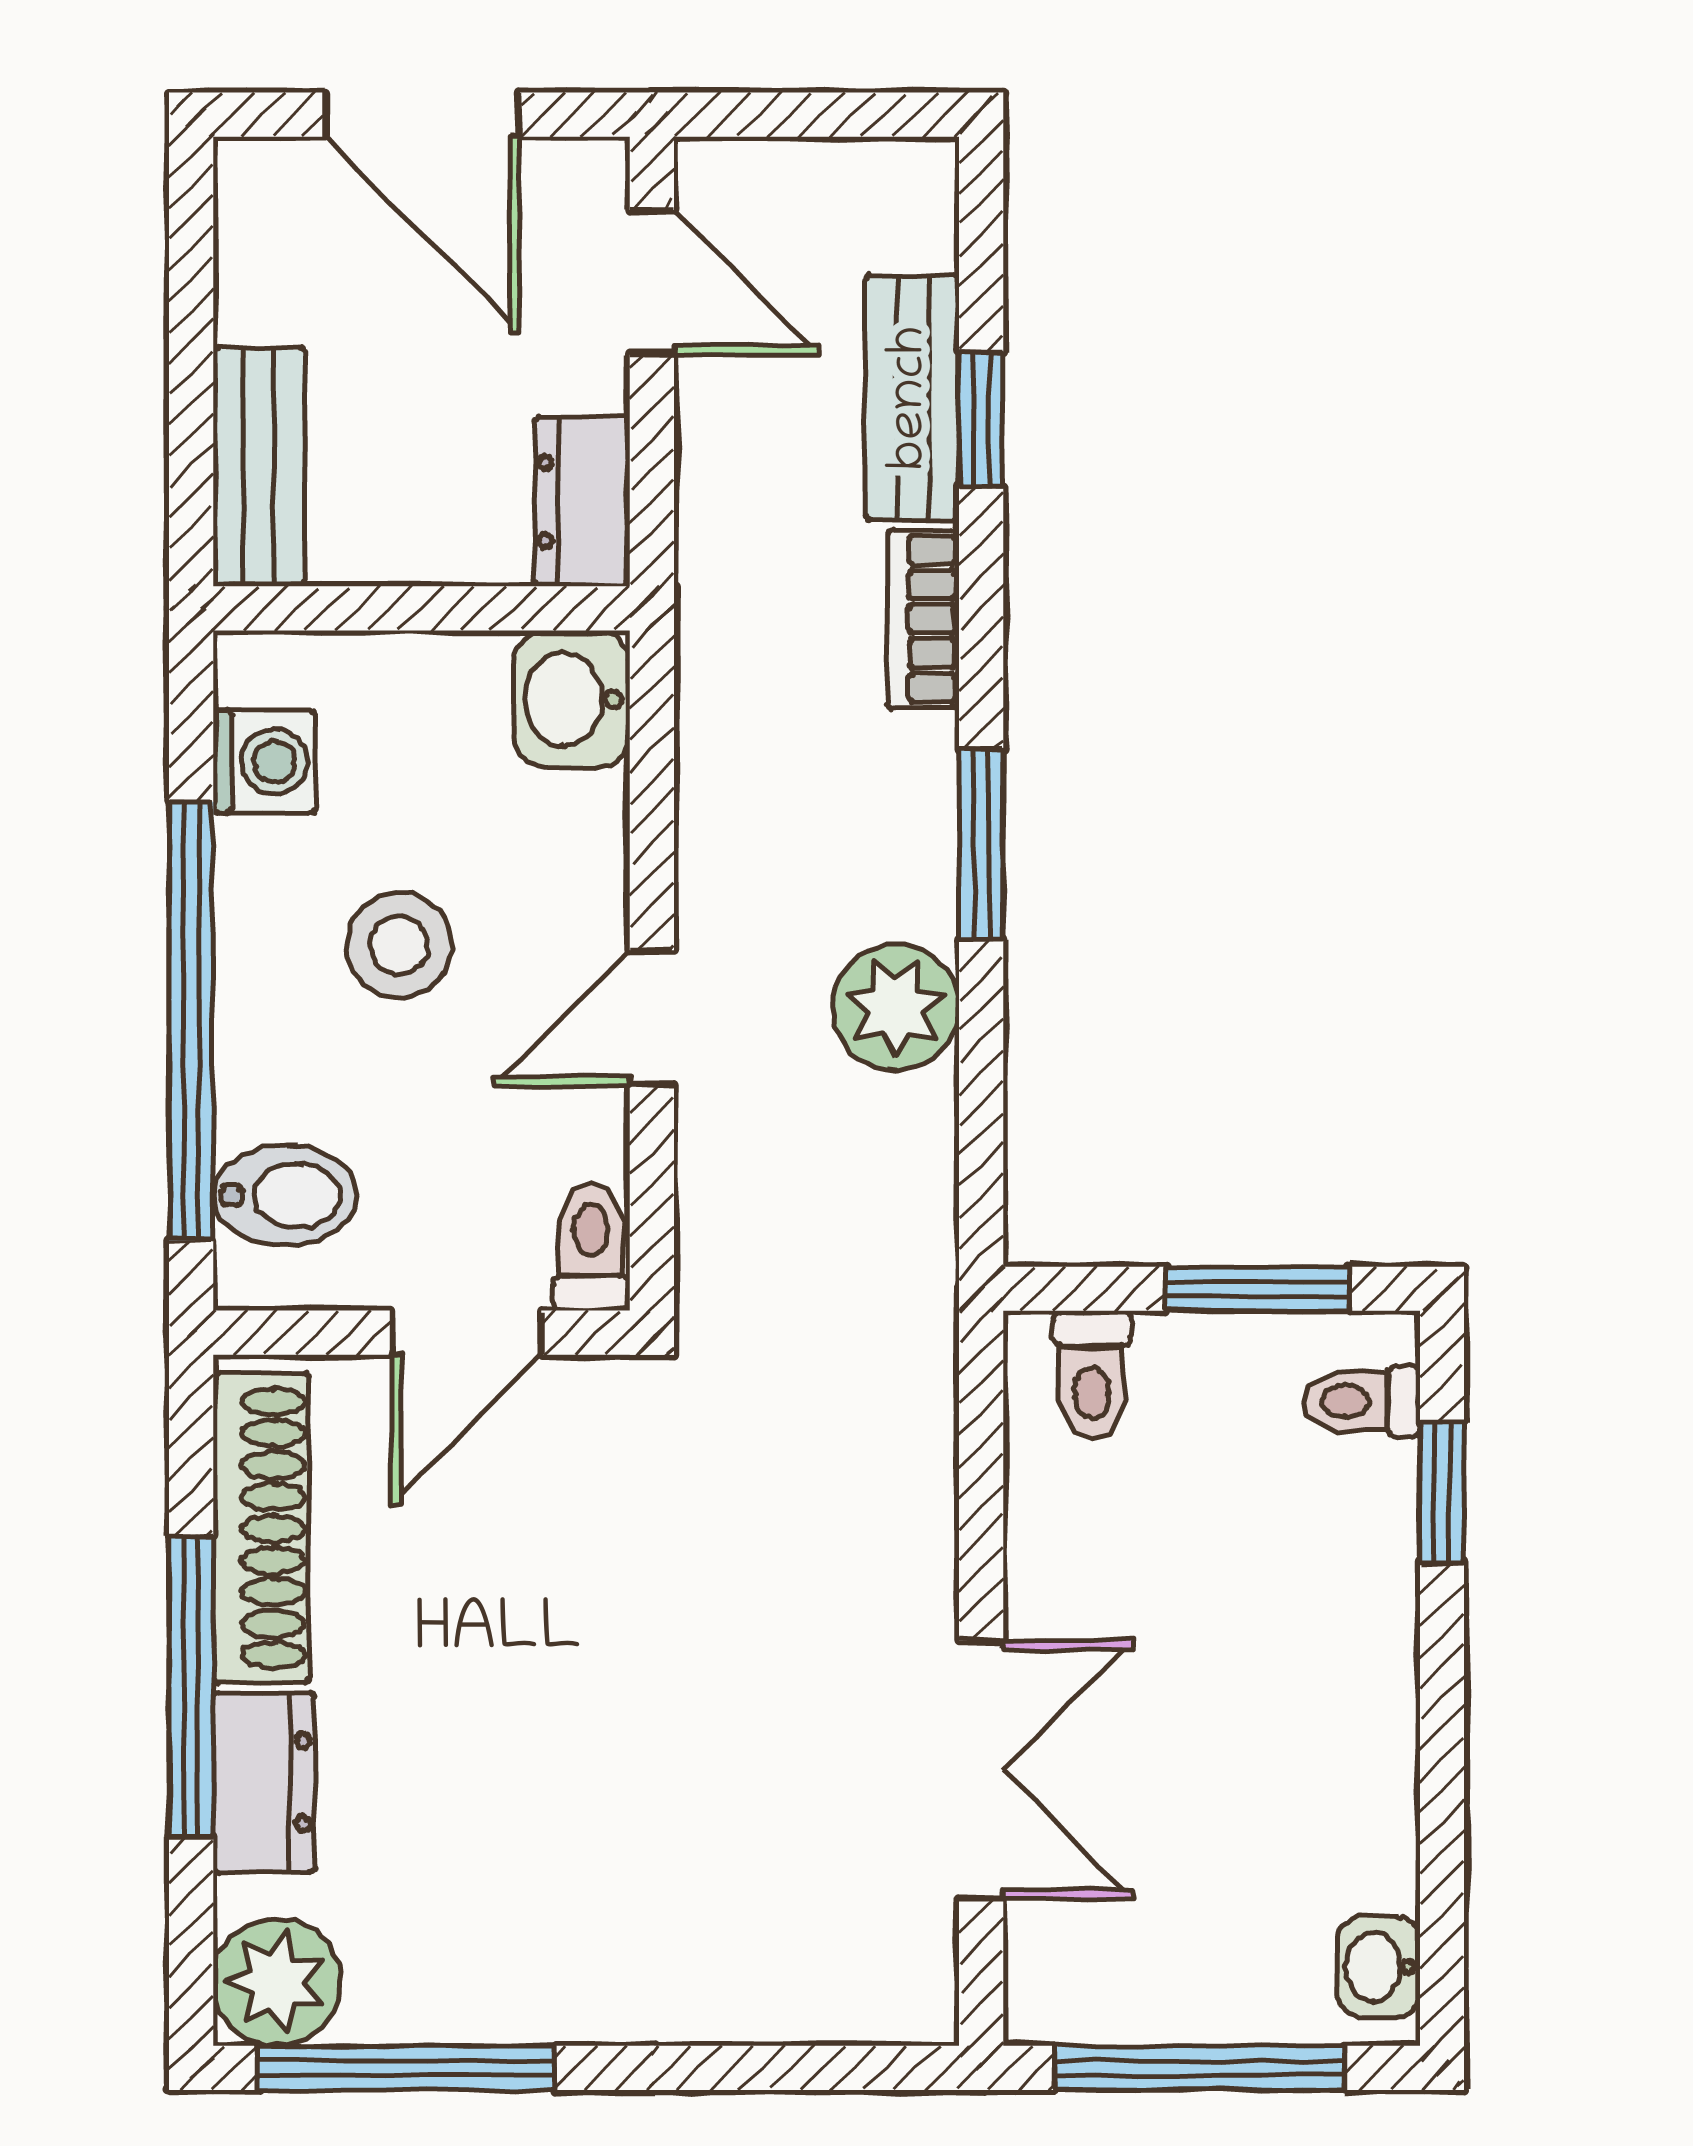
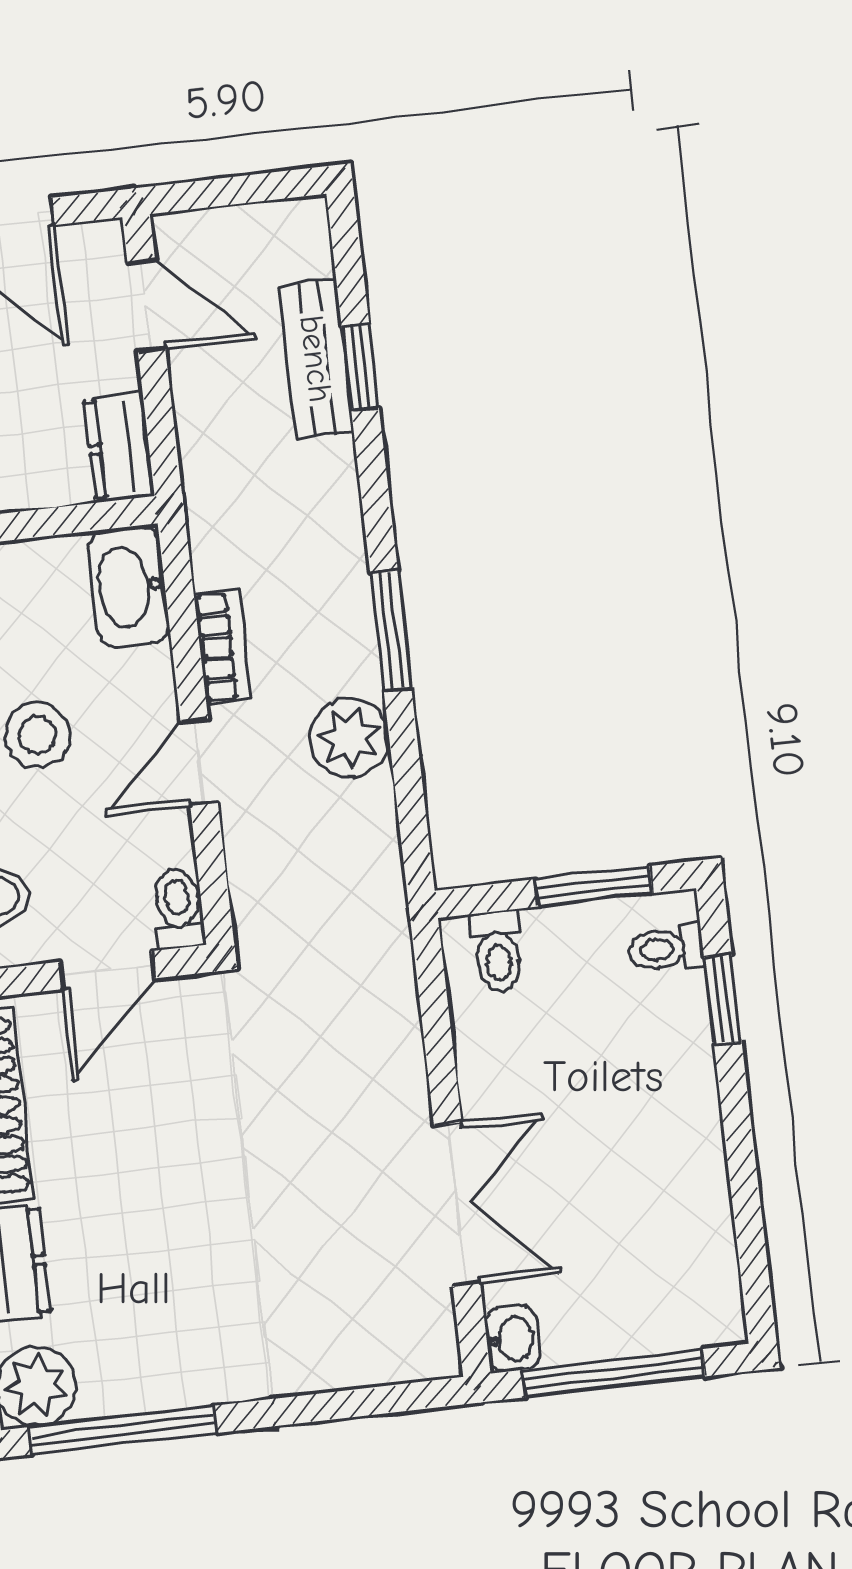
bookcase: (923, 619) -> (222, 646), moved, turned 180
washbasin: (572, 699) -> (128, 587), width x1.38
washbasin: (1379, 1967) -> (512, 1339), moved, turned 180

